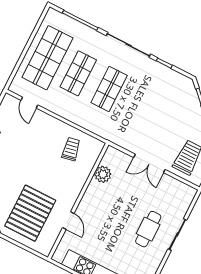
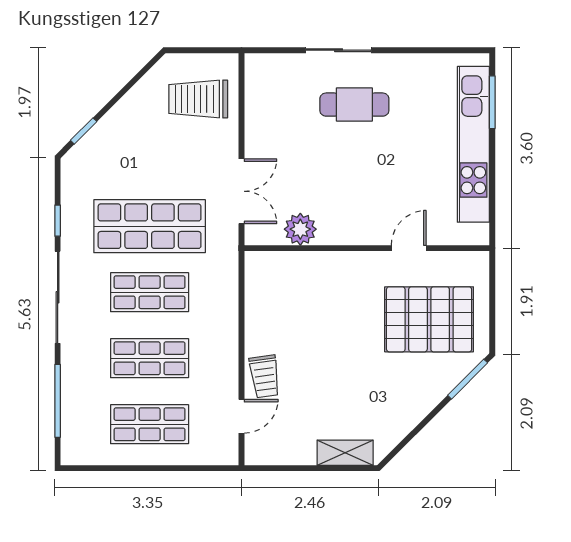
shop shelf: (47, 58) -> (150, 424), width x0.70, depth x0.74
shop shelf: (140, 105) -> (150, 226), added
trolley: (71, 149) -> (265, 376), moved, turned -87
double door: (149, 163) -> (241, 191), moved

